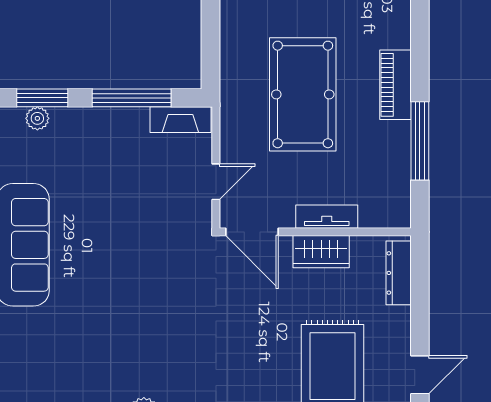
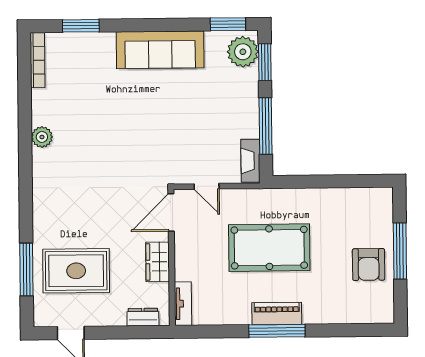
plant: (37, 118) -> (243, 52), width x1.87, depth x1.87
window: (420, 141) -> (277, 331), moved
tv unit: (327, 217) -> (183, 304), moved
dresser: (399, 273) -> (143, 317), width x0.70

